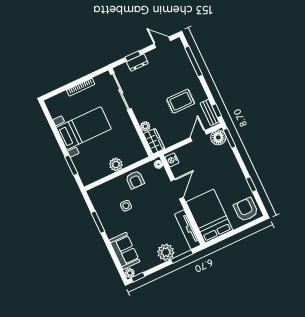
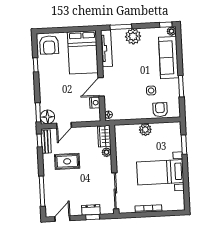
door: (162, 42) -> (62, 219), swing flipped
nightstand: (172, 160) -> (95, 103), moved
armchair: (135, 180) -> (160, 110), moved
sofa: (125, 251) -> (169, 58), width x1.36

